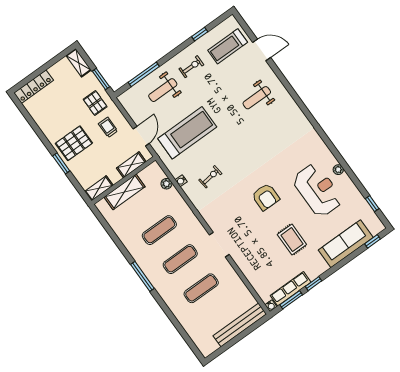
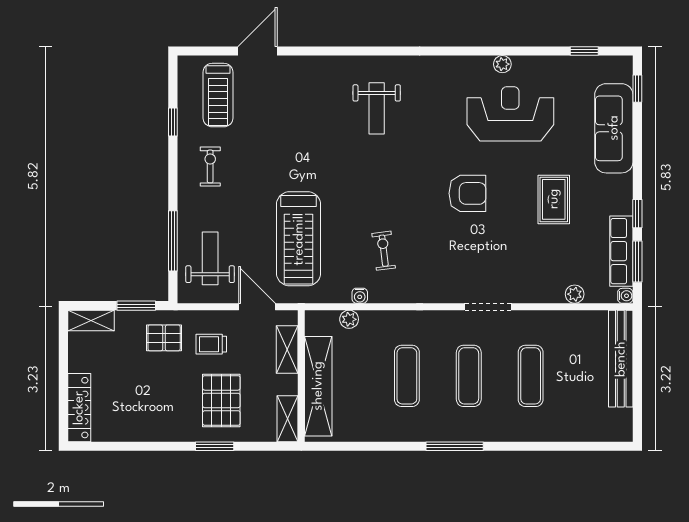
weight bench: (163, 90) -> (210, 258), moved, turned 180
weight bench: (257, 98) -> (377, 108), moved
treadmill: (187, 133) -> (299, 239), turned 180
pallet: (74, 143) -> (221, 400), moved
shelving: (124, 192) -> (318, 386), width x1.47
rug: (292, 240) -> (554, 199), turned 90
plant: (254, 281) -> (575, 294), added

